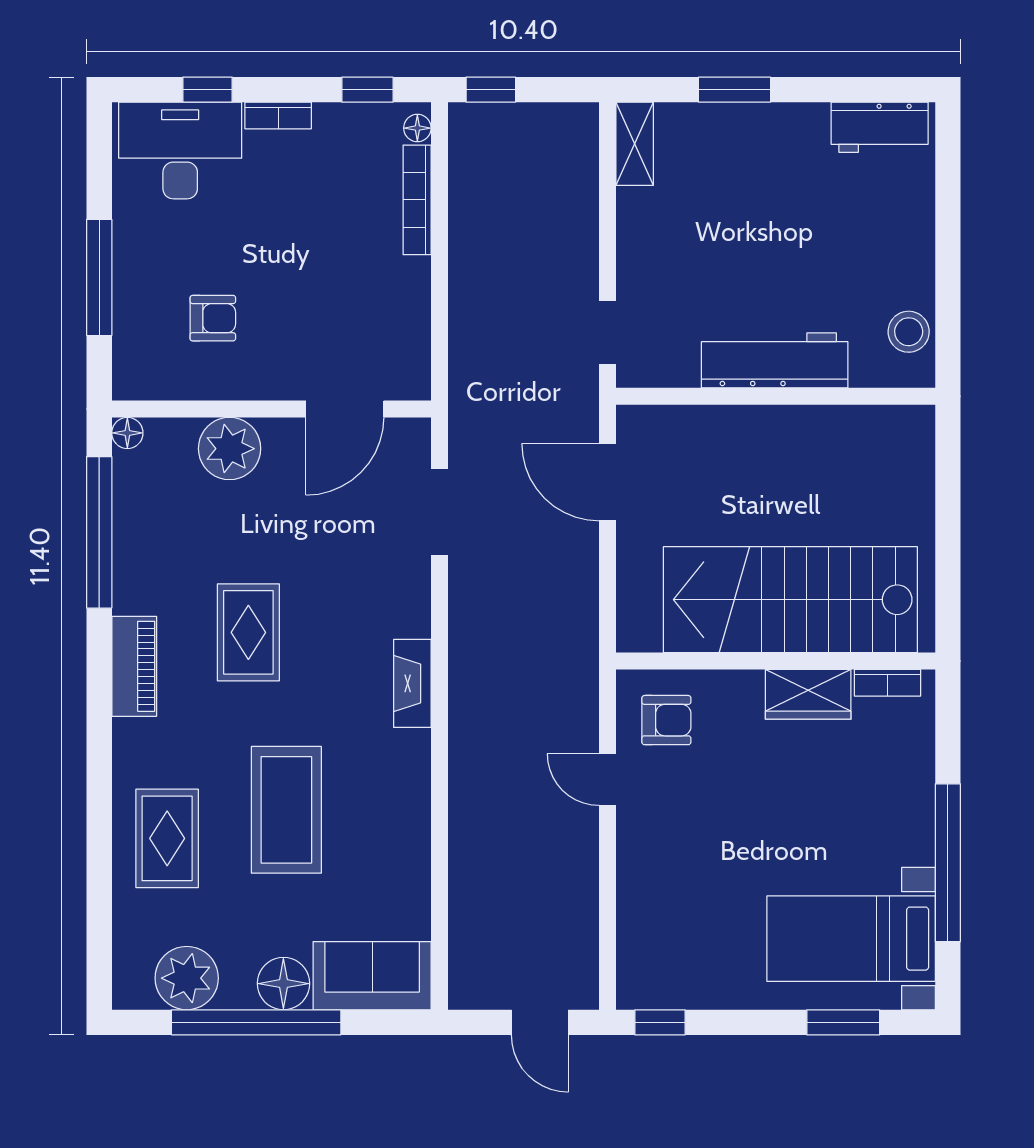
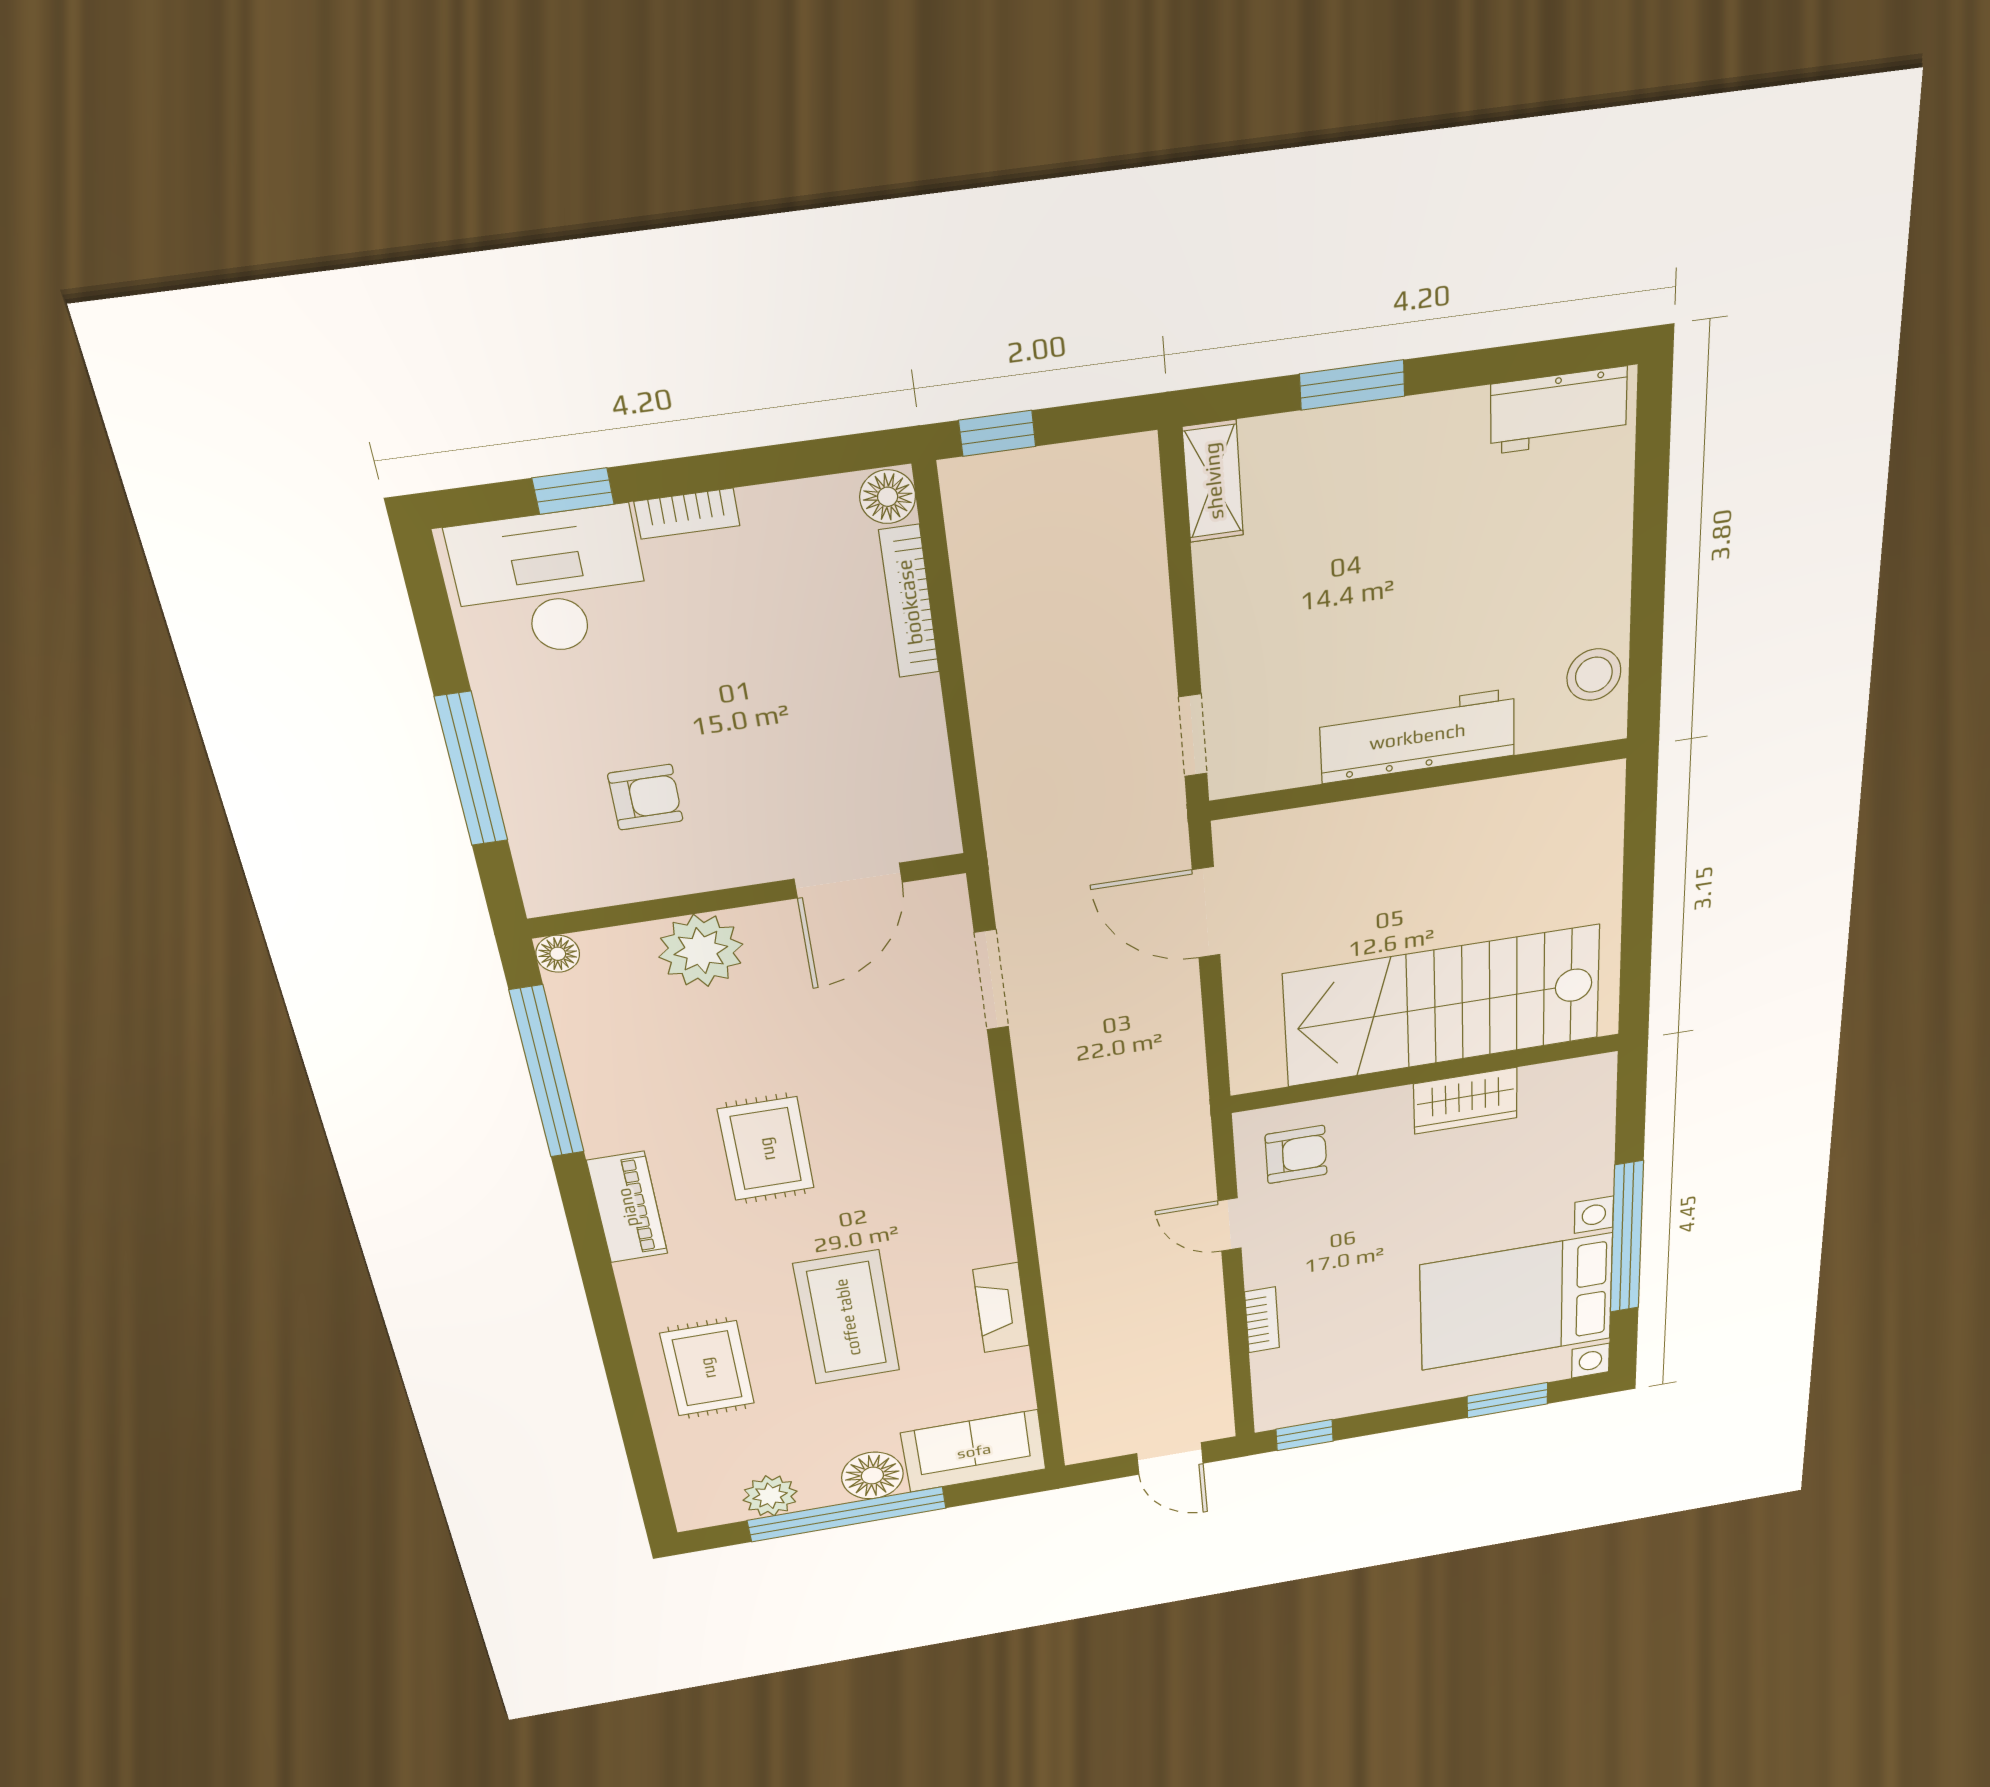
window: (367, 90) -> (814, 458), removed
floor lamp: (417, 128) -> (888, 497), width x1.37, depth x1.37
fireplace: (412, 683) -> (1001, 1308), moved
bookcase: (888, 683) -> (1262, 1320), moved, turned -90
bed with nightstands: (851, 939) -> (1516, 1302), width x1.36
plant: (187, 978) -> (770, 1496), width x0.73, depth x0.73

